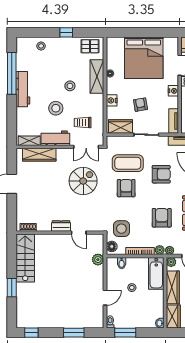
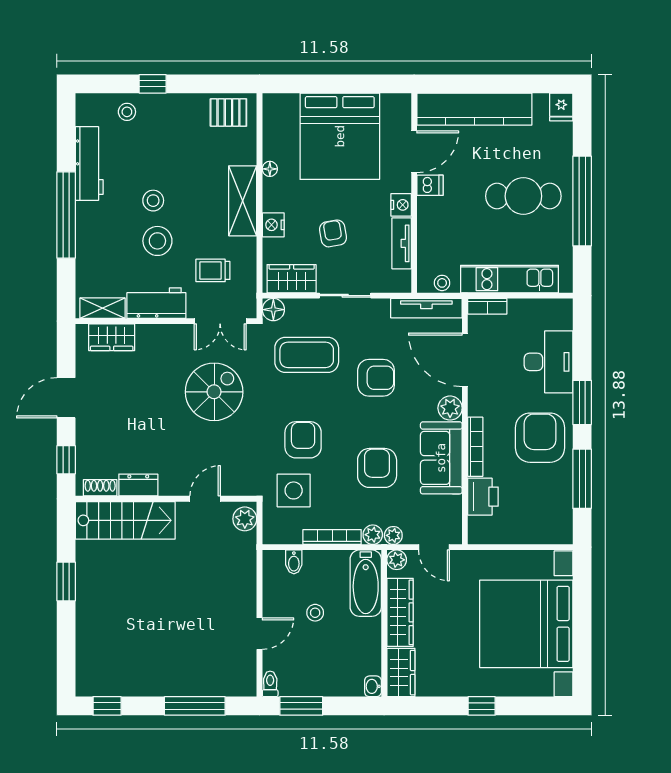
window: (66, 32) -> (153, 84), moved
window: (12, 73) -> (66, 215), moved
shelving: (97, 76) -> (243, 201), moved
stool: (70, 86) -> (153, 201), moved
workbench: (23, 89) -> (89, 163), moved
tv unit: (174, 121) -> (402, 243), moved
wardrobe: (39, 155) -> (112, 337), width x0.67
armchair: (126, 188) -> (303, 440), moved
window: (12, 214) -> (66, 460), added
dresser: (61, 226) -> (138, 485), moved
door: (79, 233) -> (205, 499), swing flipped
floor lamp: (112, 246) -> (273, 310), moved
stairs: (25, 258) -> (125, 520), moved, turned 90
plant: (98, 260) -> (245, 519), moved
window: (12, 288) -> (66, 581), moved
window: (74, 333) -> (195, 706), width x1.44

